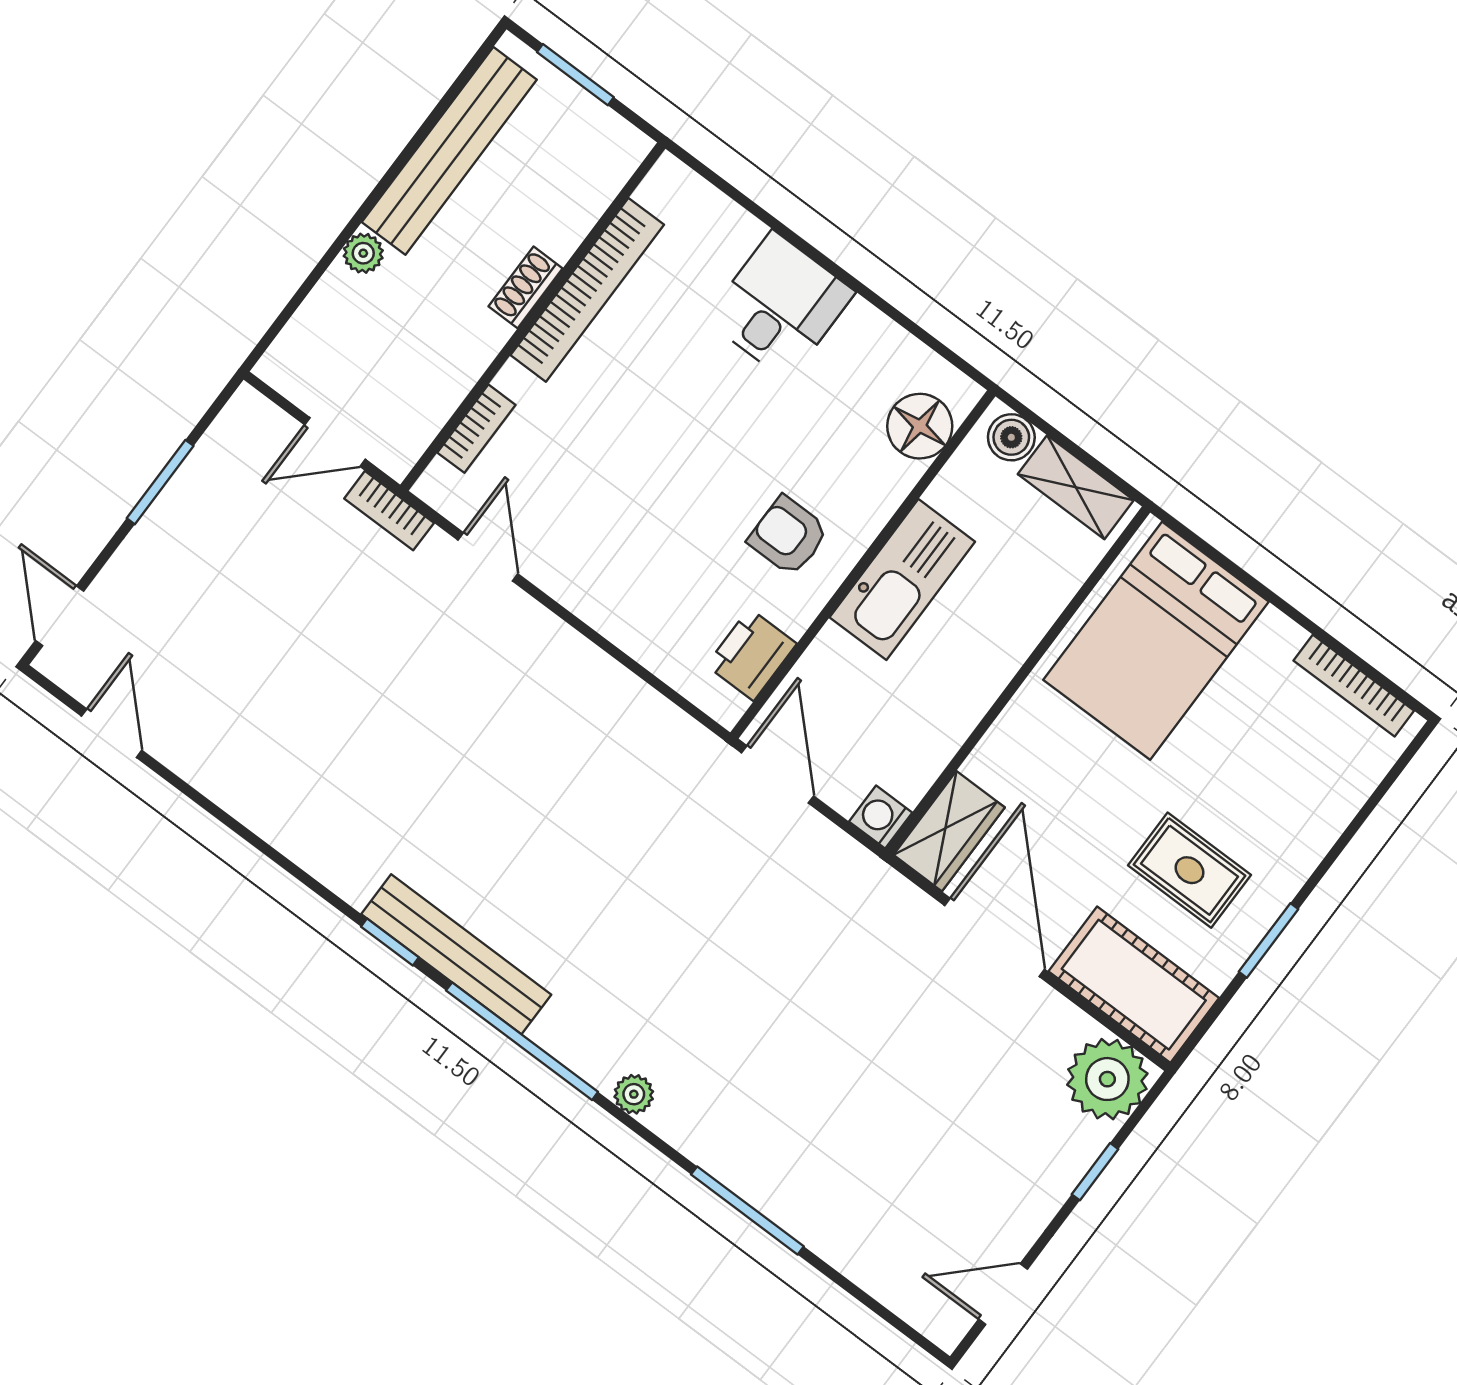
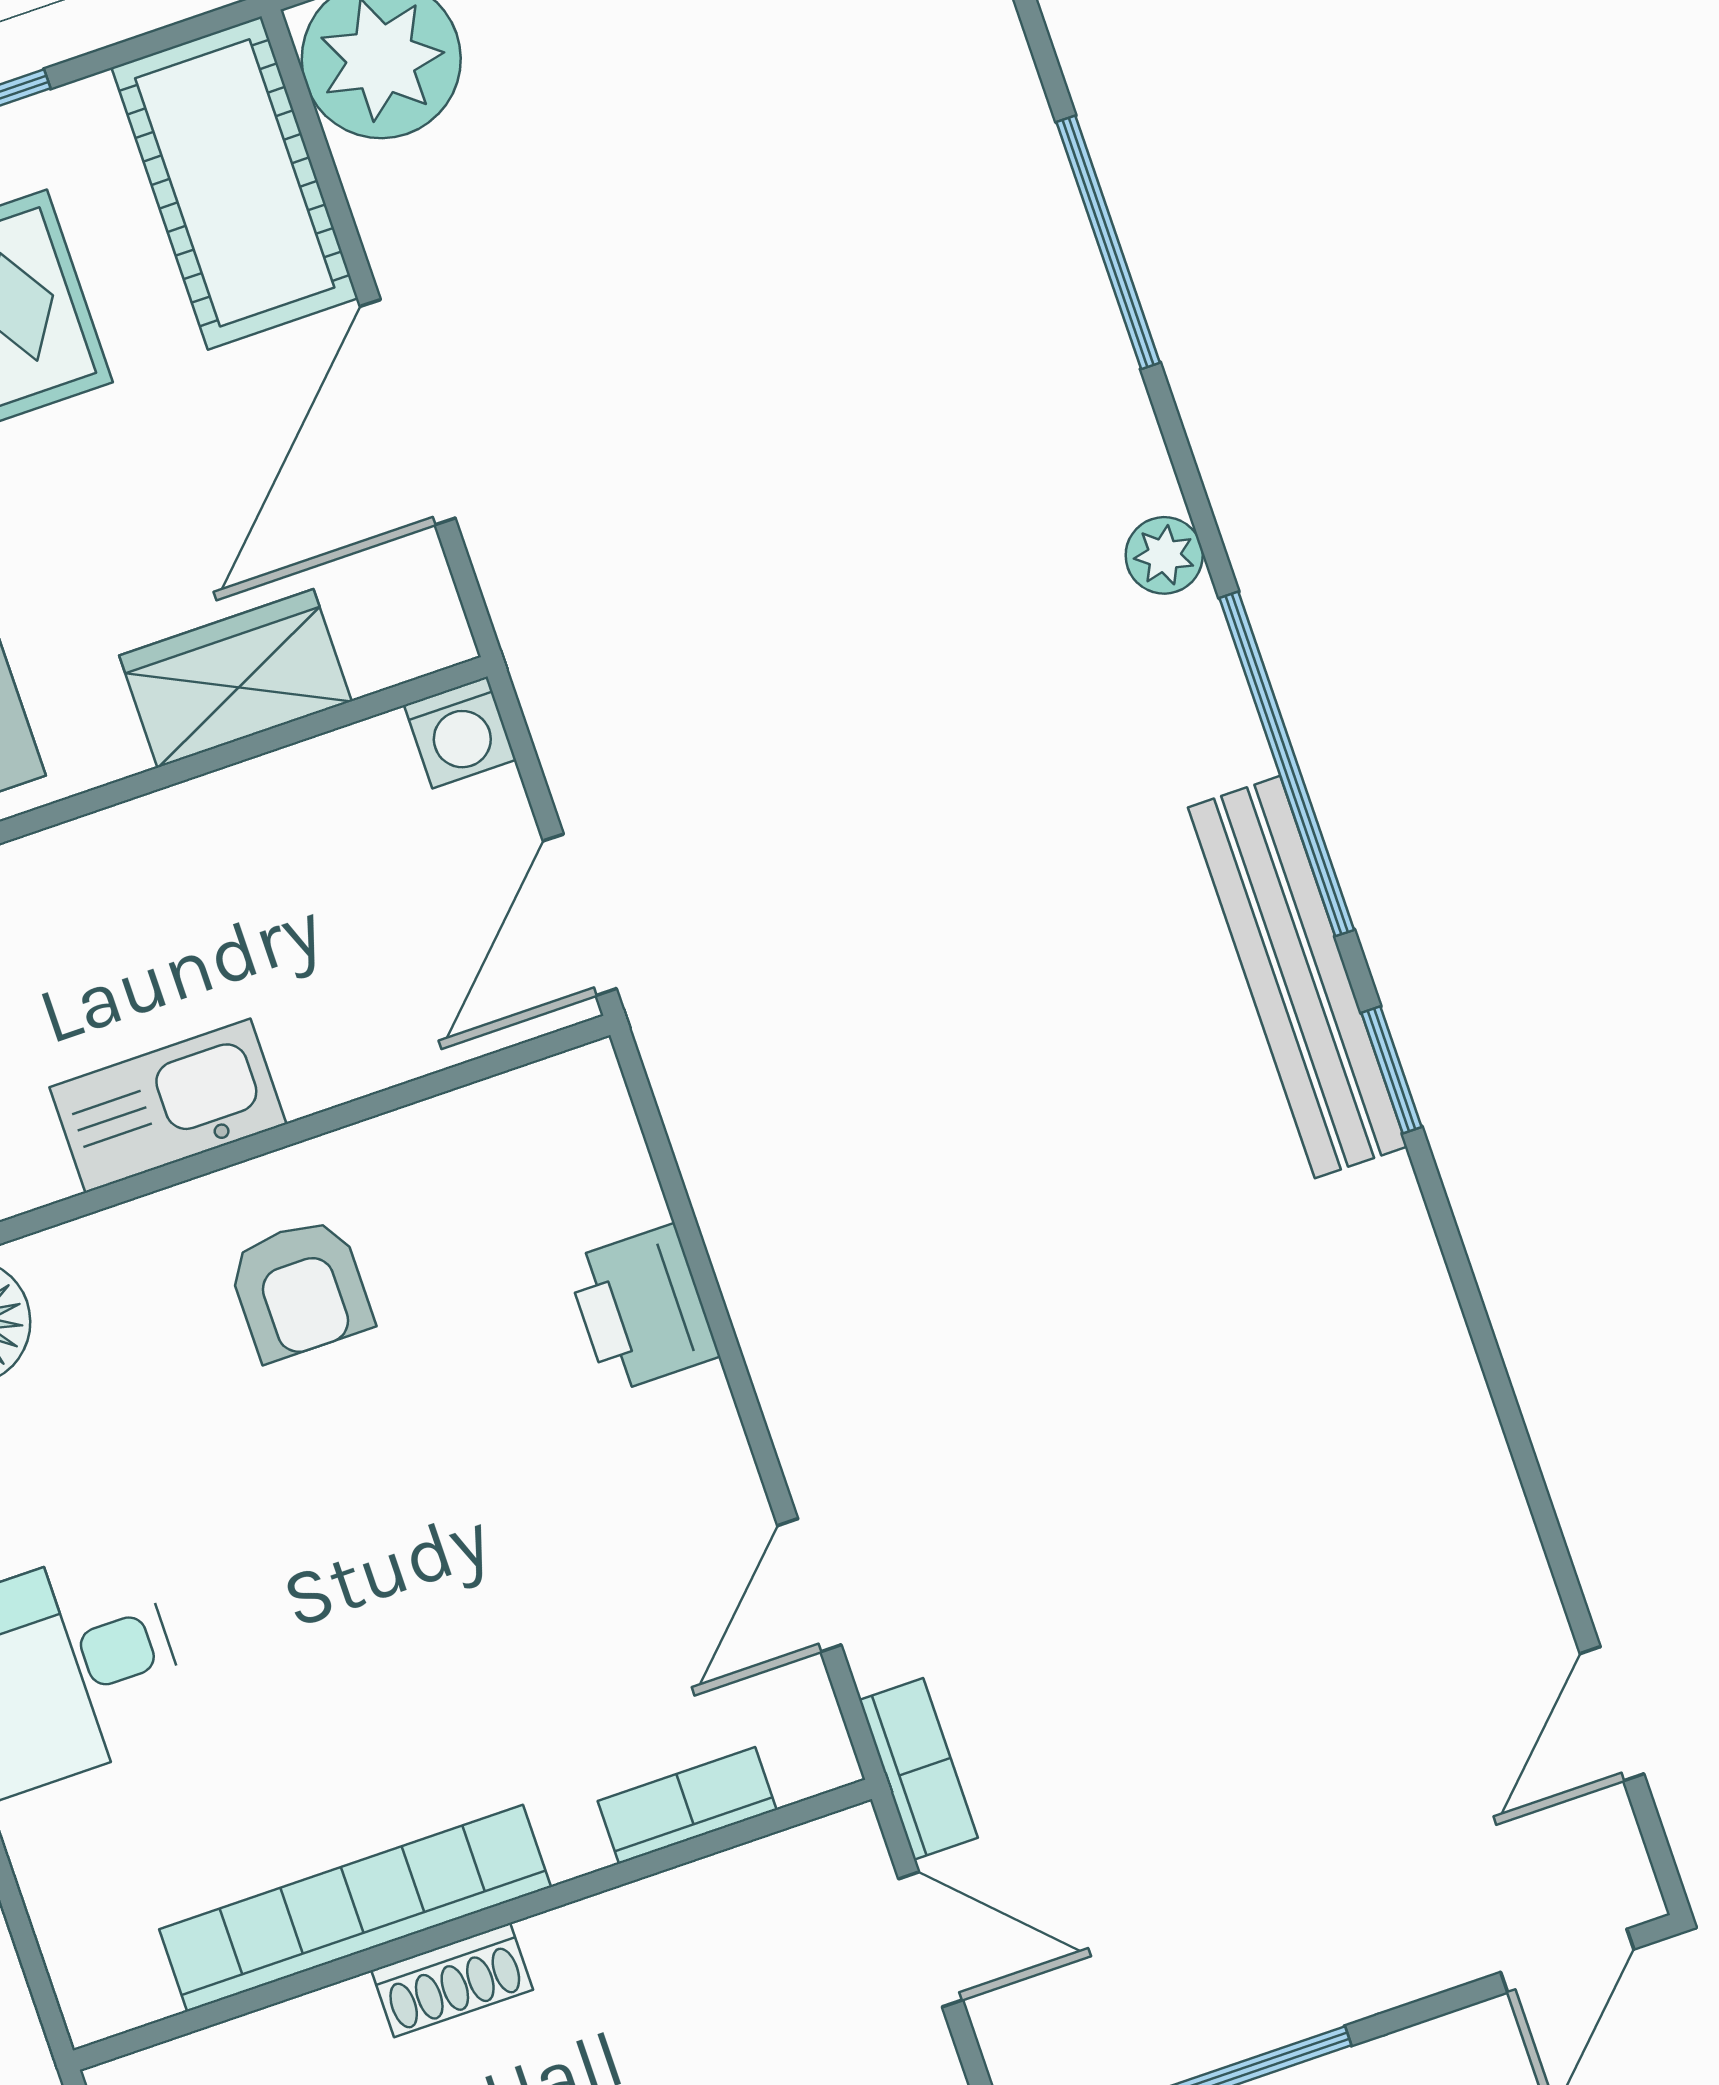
kitchen sink: (902, 580) -> (168, 1106), width x0.73, depth x0.81
printer: (751, 655) -> (642, 1309), moved, turned 90
wardrobe: (949, 831) -> (236, 678), moved

